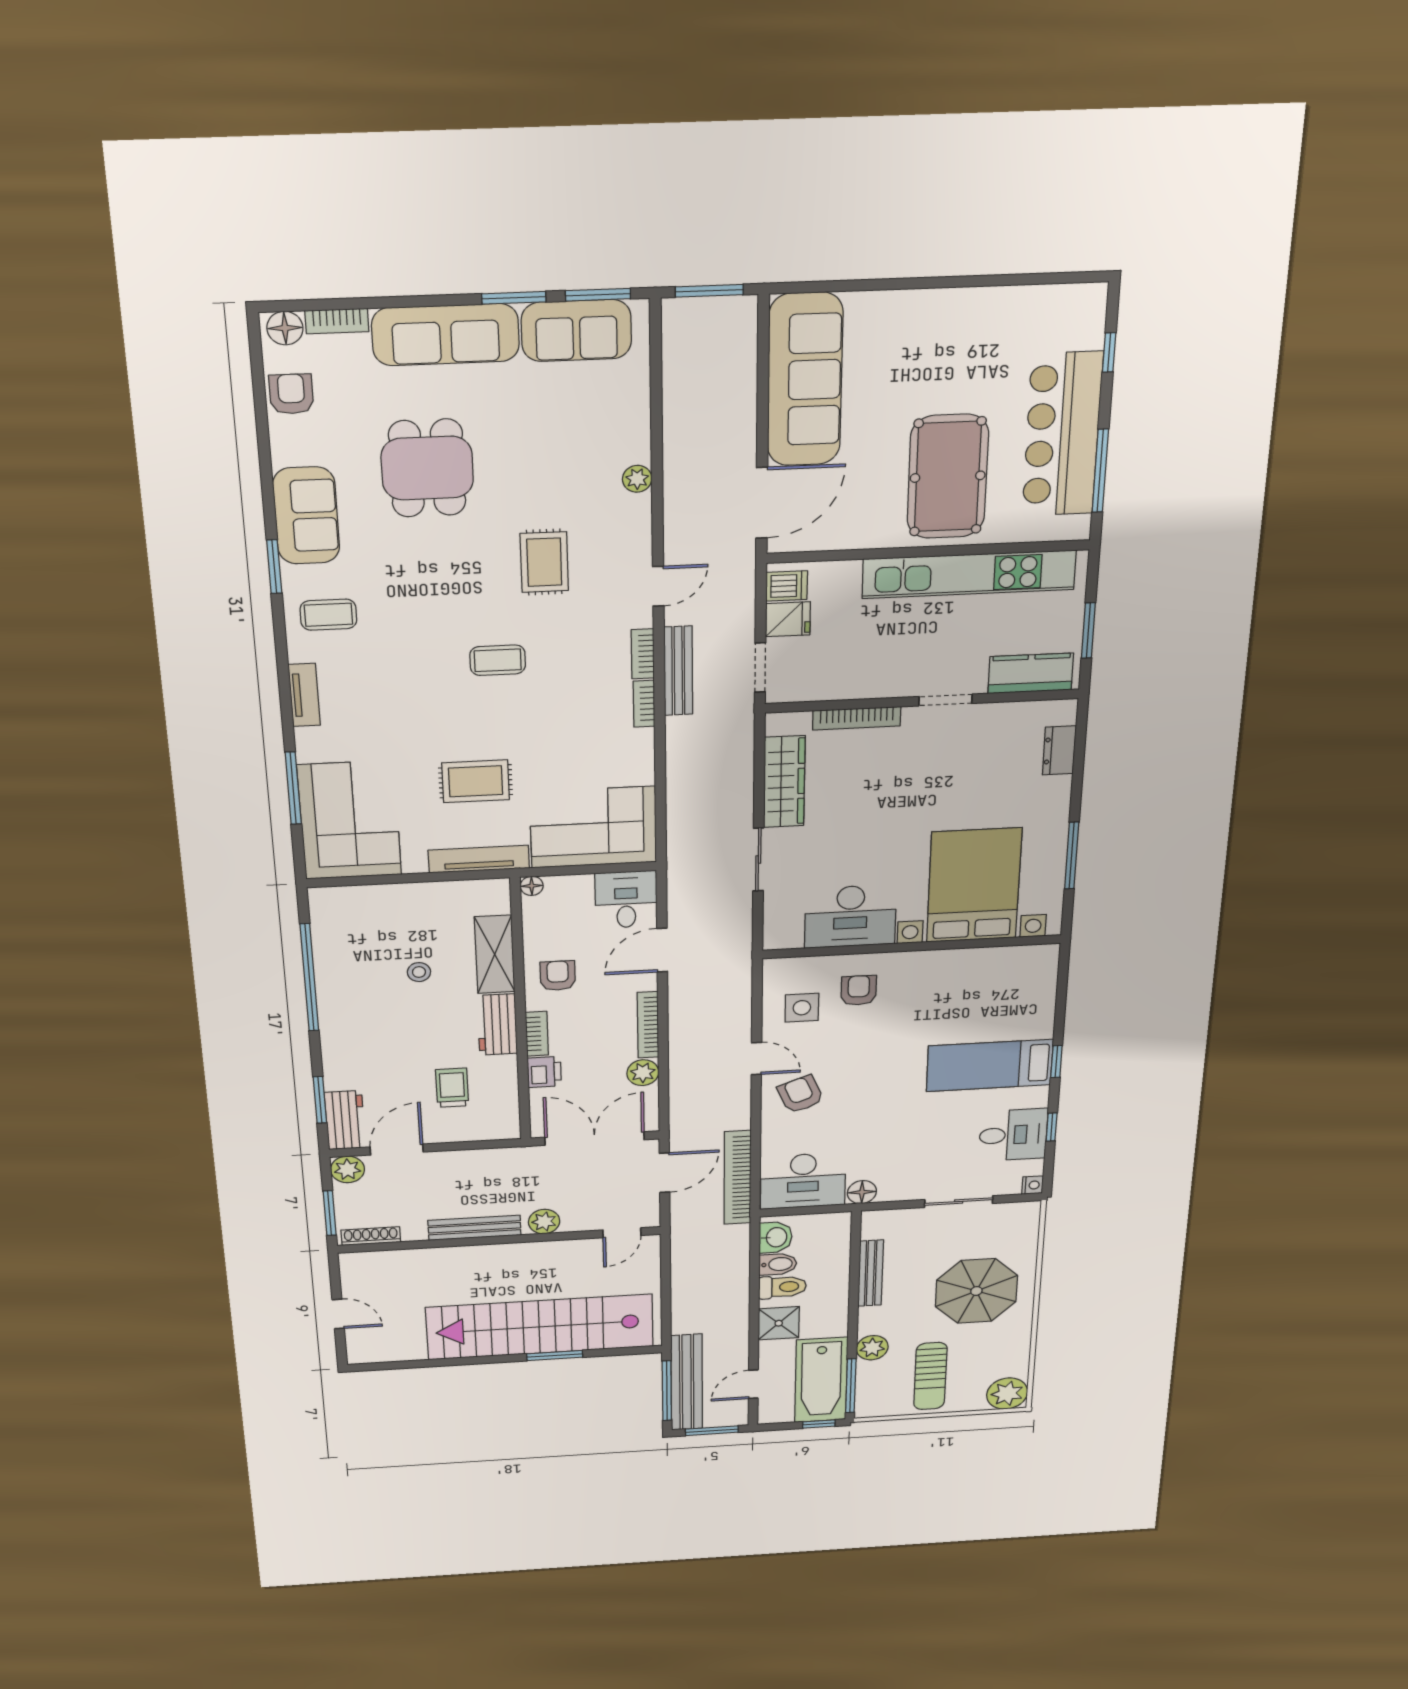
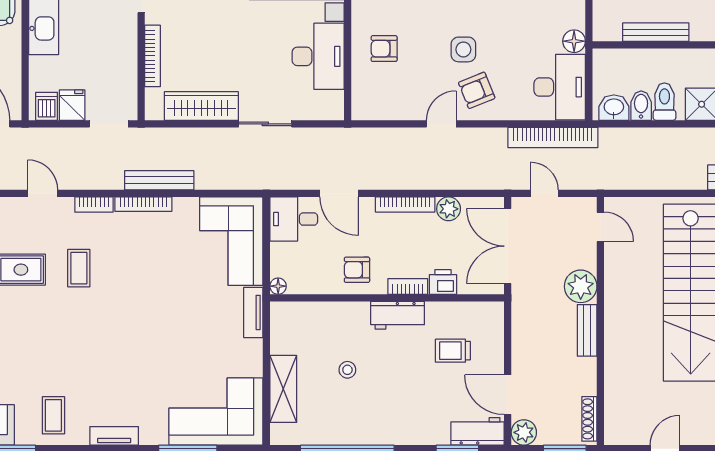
coffee table: (498, 660) -> (79, 268), moved
bench: (678, 671) -> (159, 180), moved
bookcase: (644, 704) -> (143, 204), width x1.56
rug: (476, 781) -> (189, 322), removed
tv unit: (479, 859) -> (253, 312), width x0.71
shelving: (495, 954) -> (283, 389), moved, turned 90
side table: (802, 1008) -> (463, 49), moved
door: (665, 1173) -> (544, 193), width x0.73
plant: (544, 1222) -> (581, 286), width x1.36, depth x1.36
bench: (474, 1228) -> (587, 330), width x0.73

